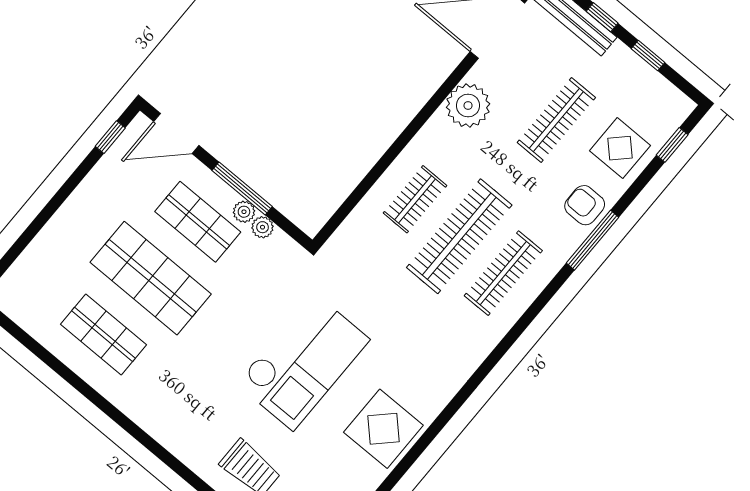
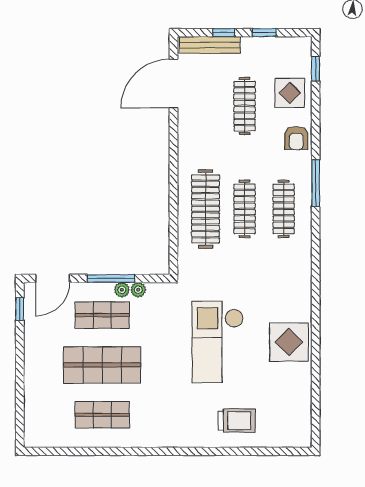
plant: (468, 106) -> (192, 137), removed
clothes rail: (415, 199) -> (205, 209), width x1.86, depth x1.31
armchair: (585, 205) -> (296, 138), turned -90
clothes rail: (459, 236) -> (245, 209), width x0.73, depth x0.76
window: (592, 240) -> (316, 183), moved
checkout: (303, 361) -> (218, 342), turned 180

